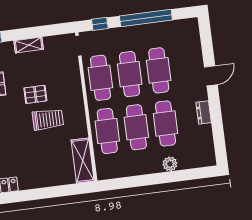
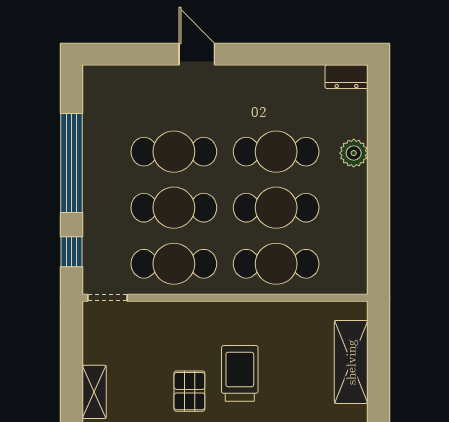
dresser: (204, 112) -> (346, 77), moved
shelving: (83, 161) -> (351, 362), moved, turned 90

